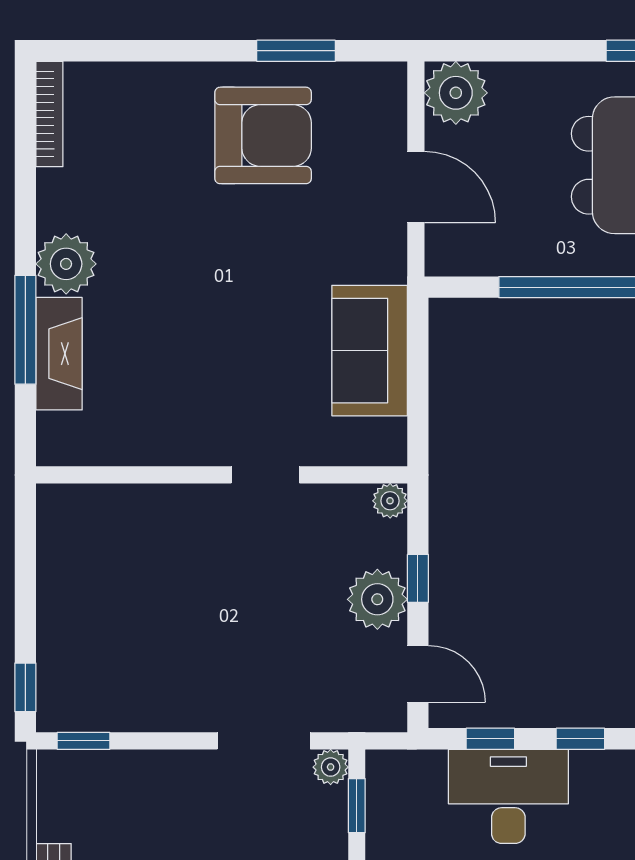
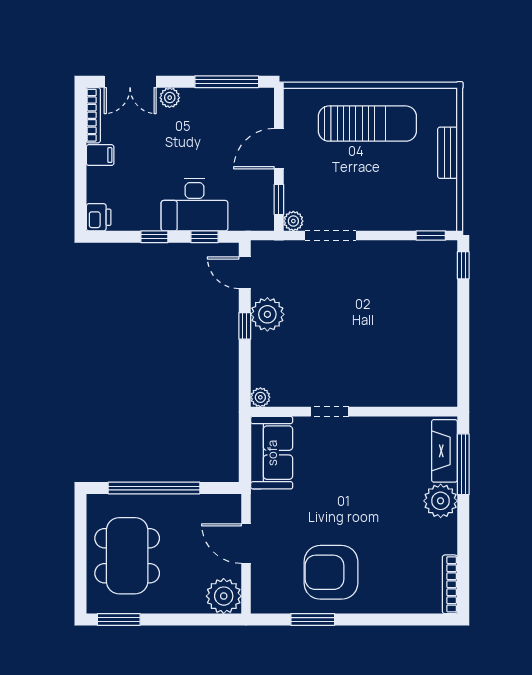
wall: (222, 475) -> (354, 412), moved
doorway: (265, 475) -> (330, 412), moved
plant: (390, 501) -> (260, 397), moved

